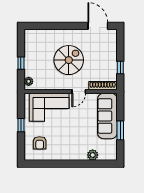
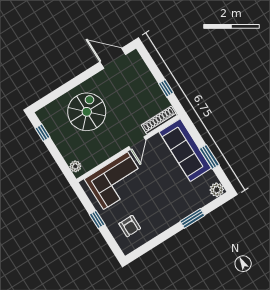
spiral stairs: (69, 60) -> (87, 112), moved
window: (21, 63) -> (42, 133), moved
plant: (93, 155) -> (217, 190), moved
window: (84, 164) -> (192, 218), added

